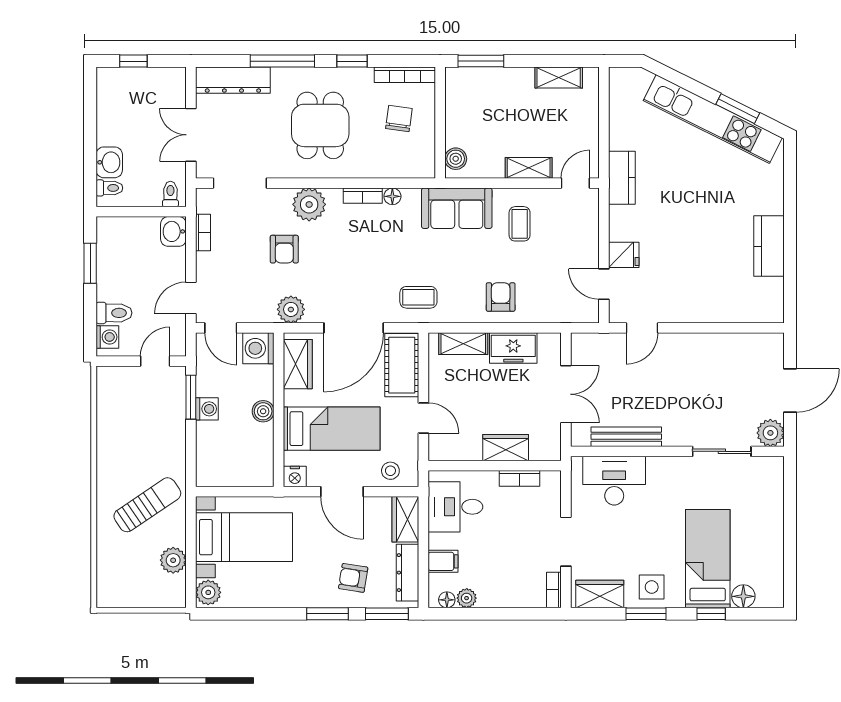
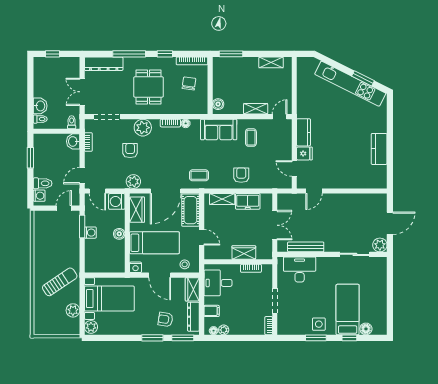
kitchen counter: (622, 178) -> (303, 132), moved
armchair: (284, 249) -> (130, 151), turned 180
wardrobe: (600, 594) -> (292, 328), removed

